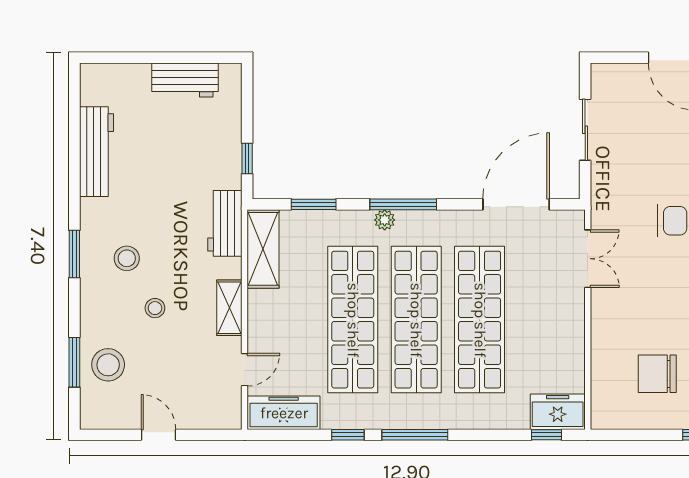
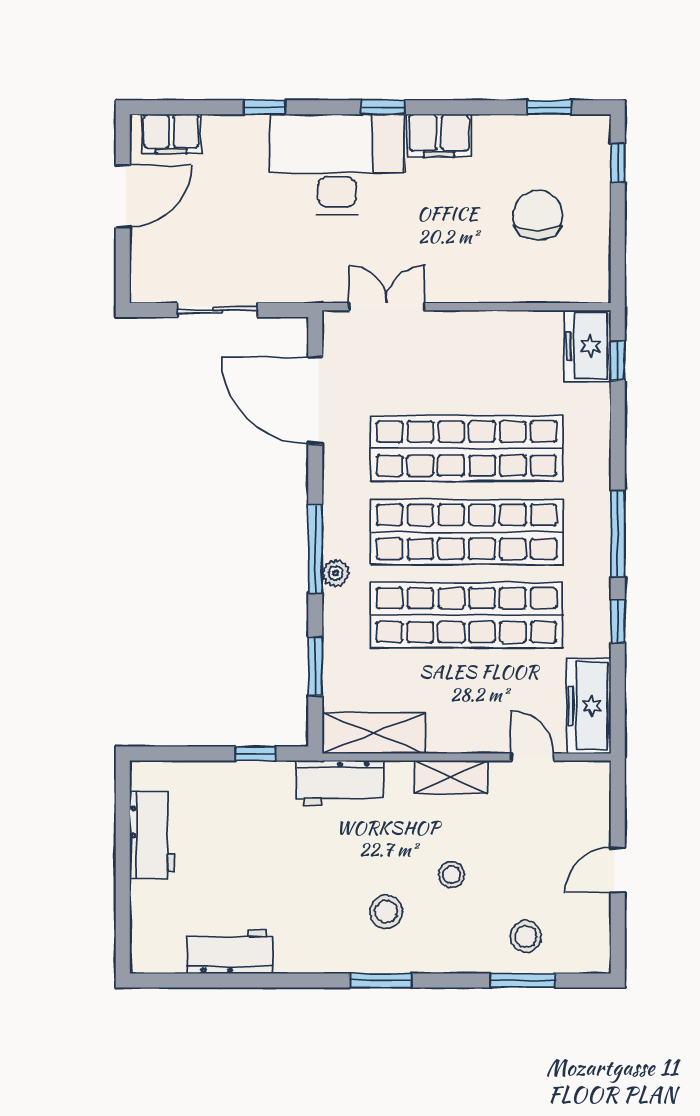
workbench: (97, 152) -> (230, 951), width x0.73
stool: (108, 365) -> (526, 936), width x0.73, depth x0.73
chair: (657, 374) -> (538, 215), turned 180

